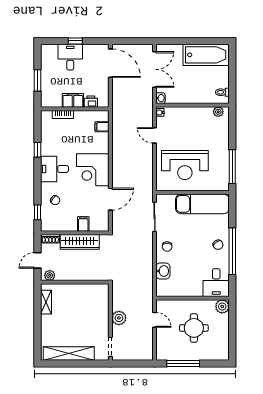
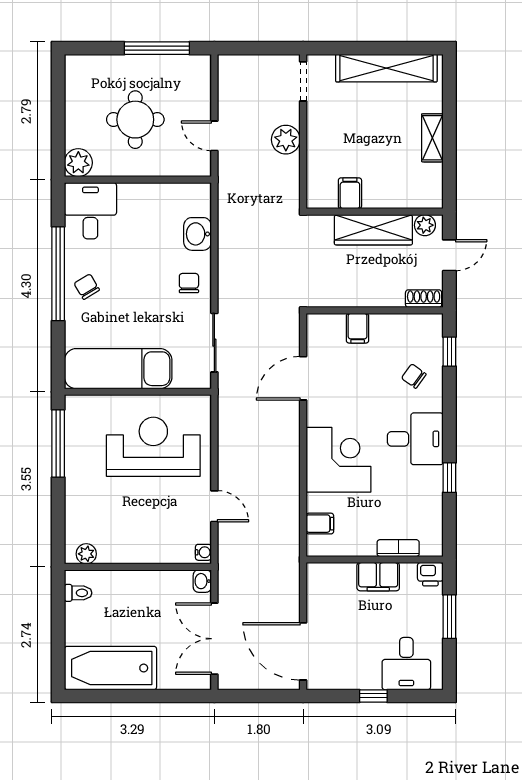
desk: (70, 57) -> (406, 664), moved
printer: (91, 102) -> (430, 574), moved
corner desk: (93, 170) -> (338, 460), moved
wardrobe: (80, 242) -> (373, 230), moved, turned 180
filing cabinet: (87, 291) -> (350, 193), added
shelving: (46, 302) -> (432, 138), moved

